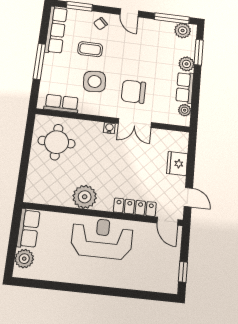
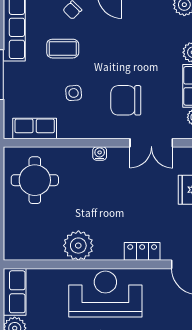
side table: (95, 81) -> (74, 93), width x0.54, depth x0.54
double door: (135, 123) -> (151, 143), moved
locker: (135, 207) -> (142, 251), width x0.66

